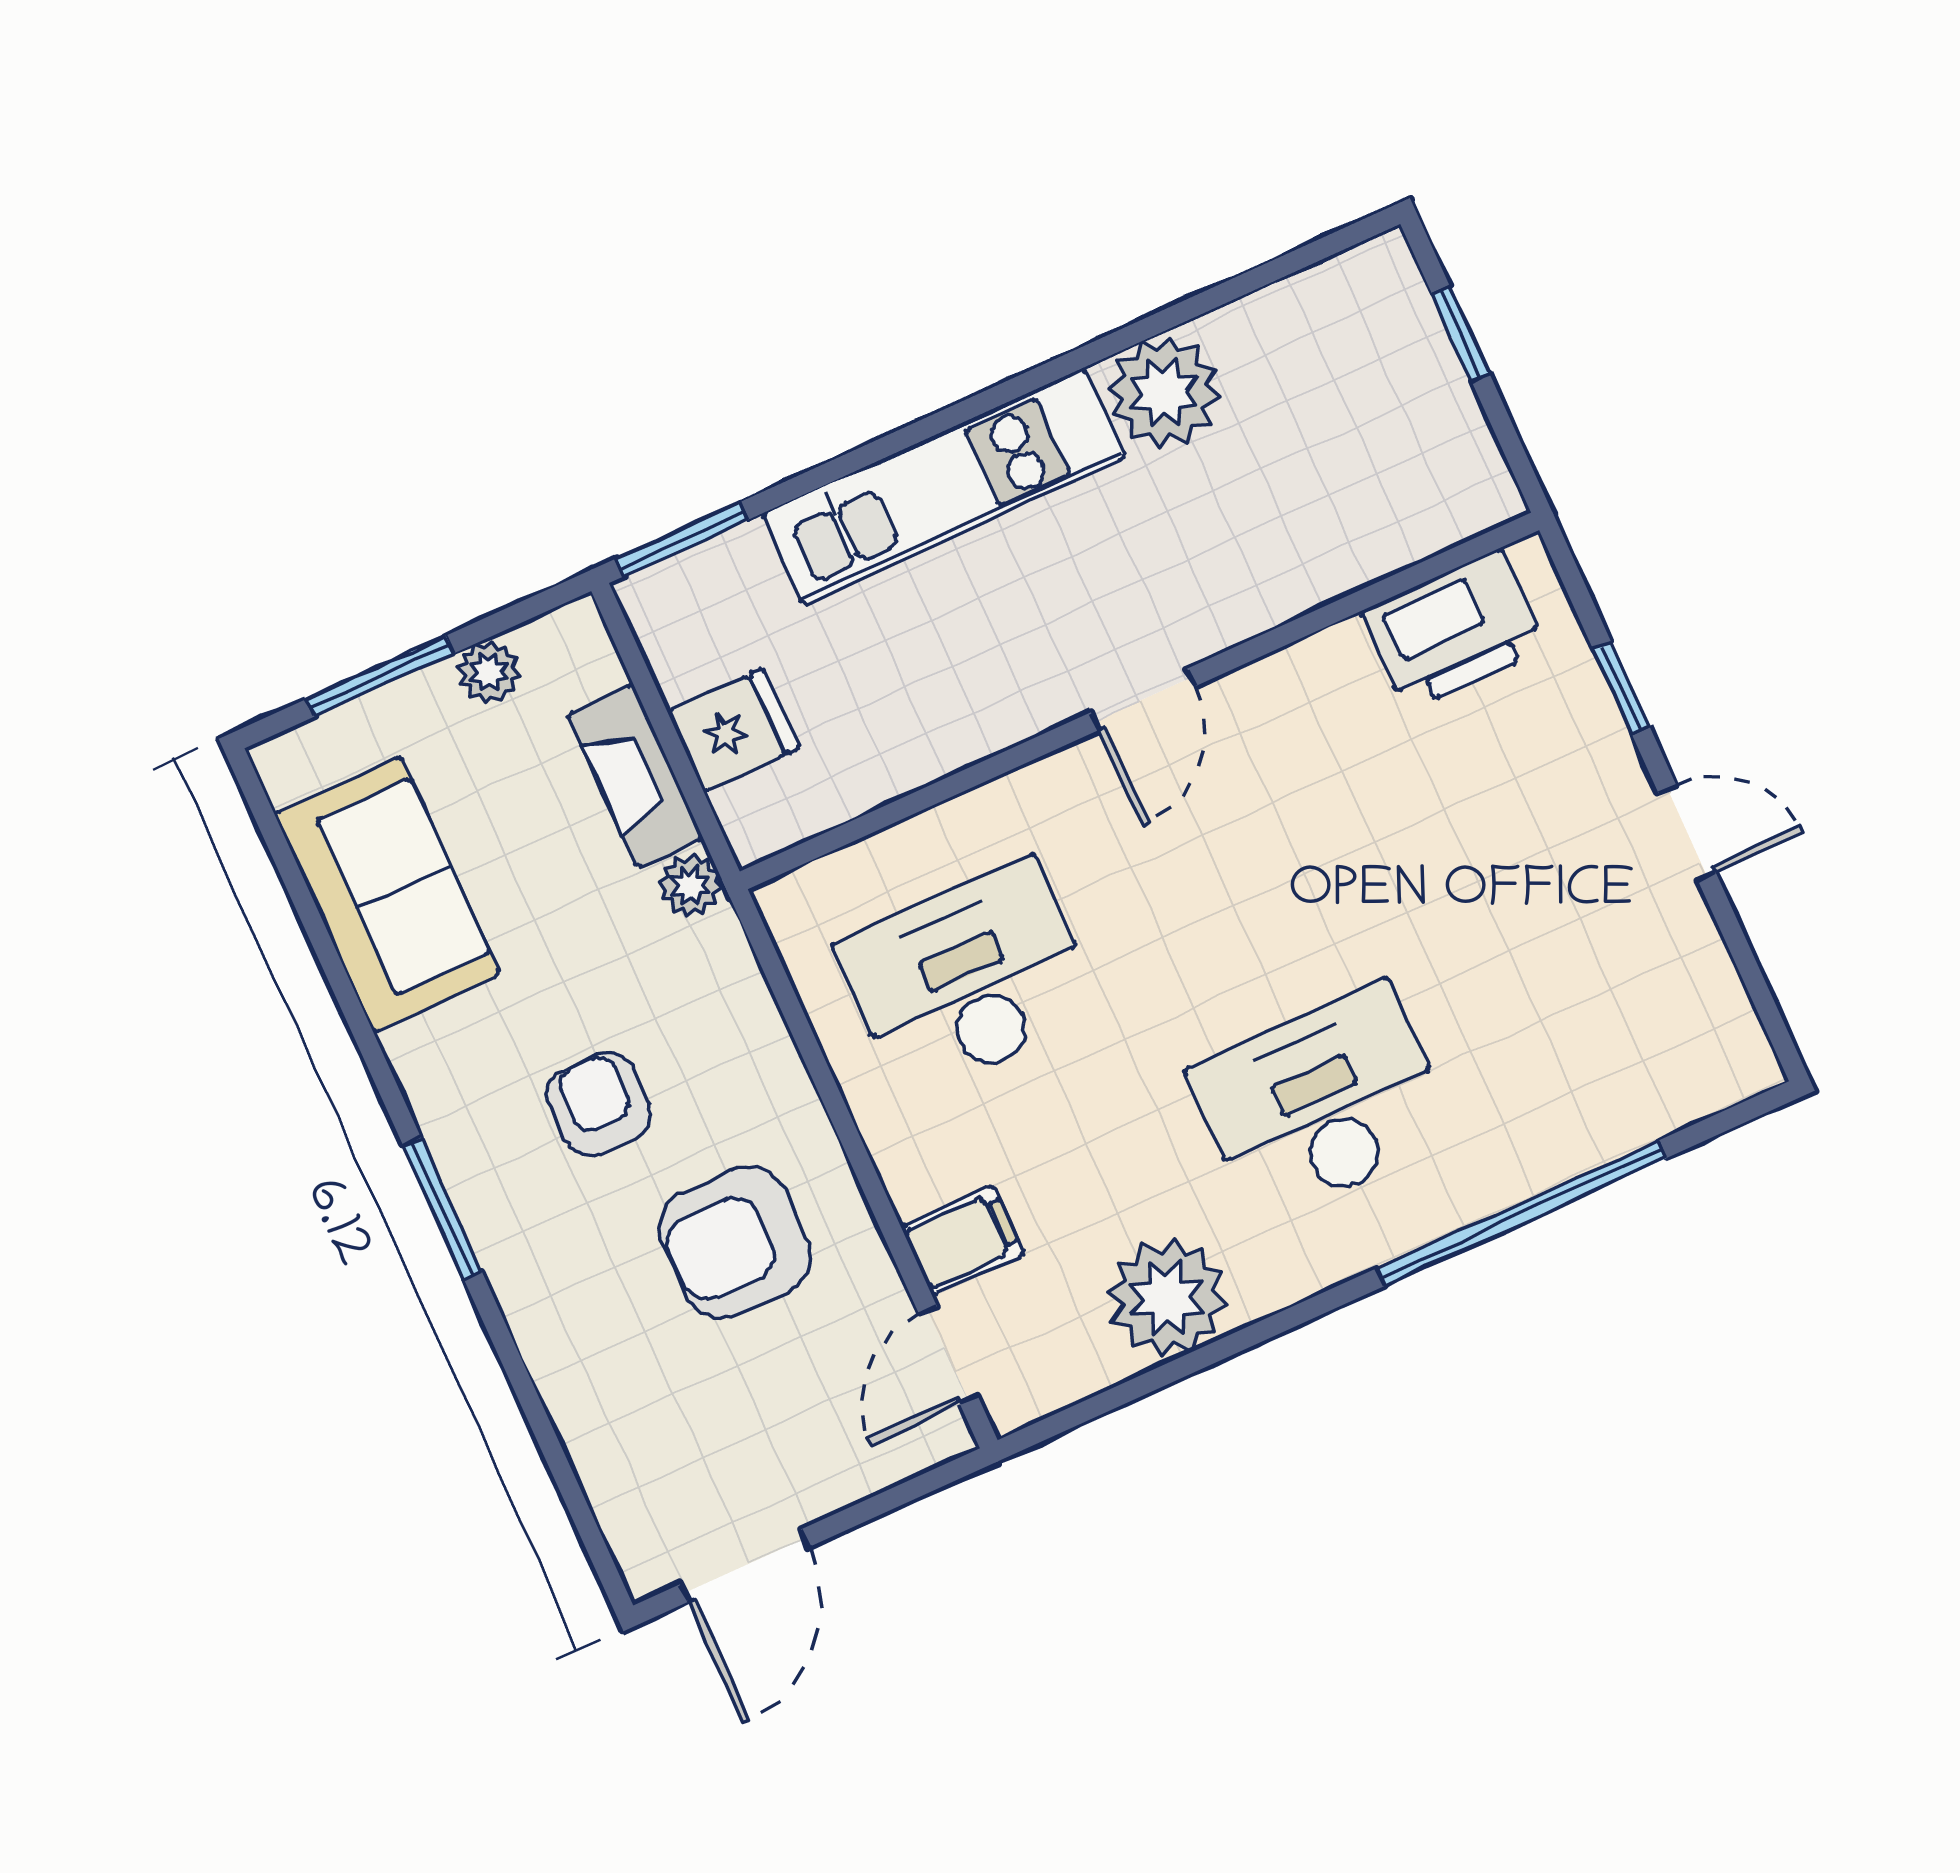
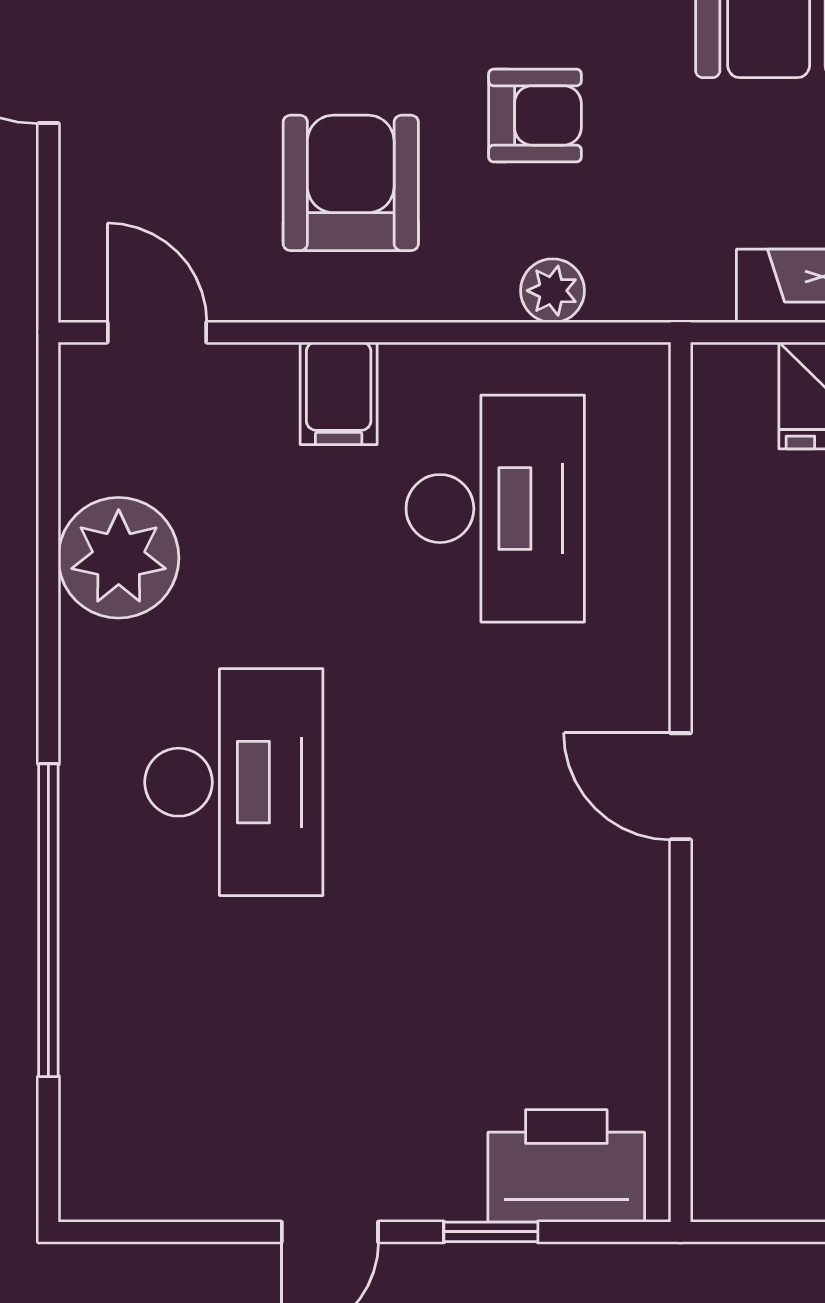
printer: (1454, 630) -> (566, 1166), moved, turned 90
plant: (690, 886) -> (553, 291), moved
filing cabinet: (963, 1241) -> (339, 393), moved

